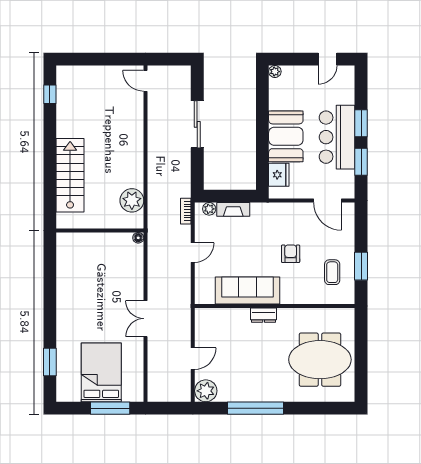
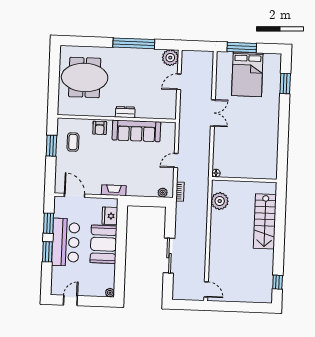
fireplace: (233, 209) -> (114, 190), moved
armchair: (291, 254) -> (100, 128), moved

